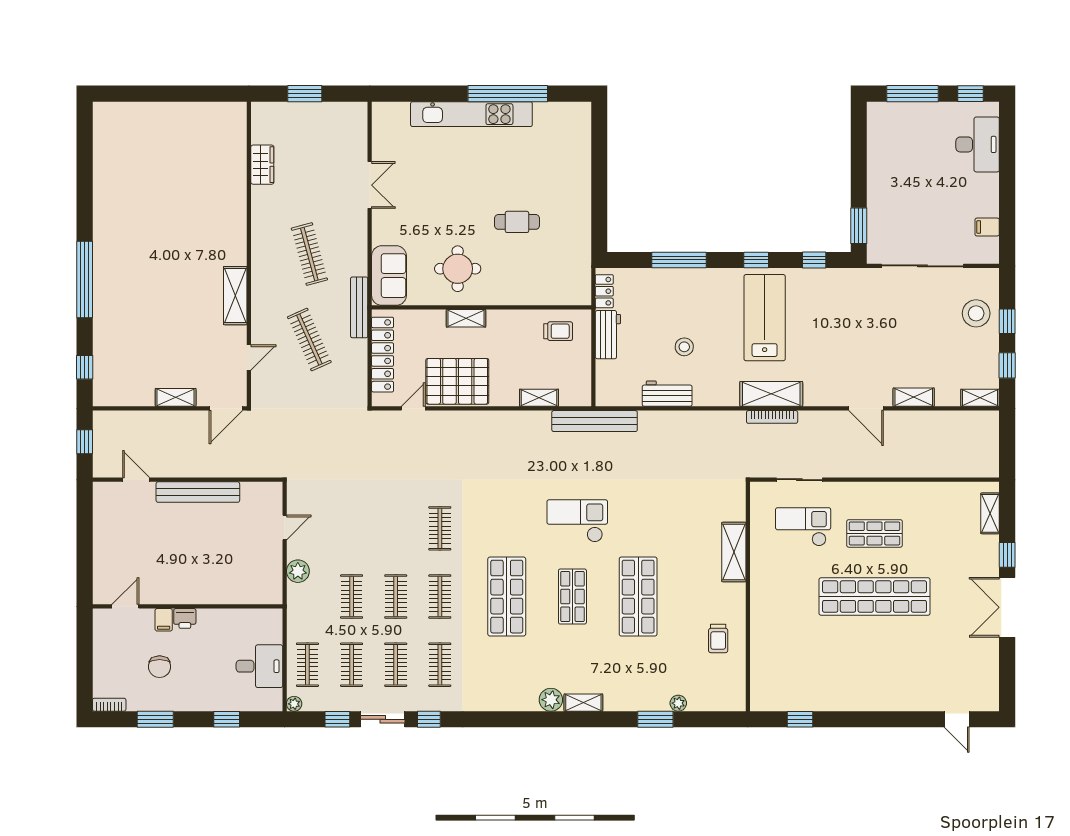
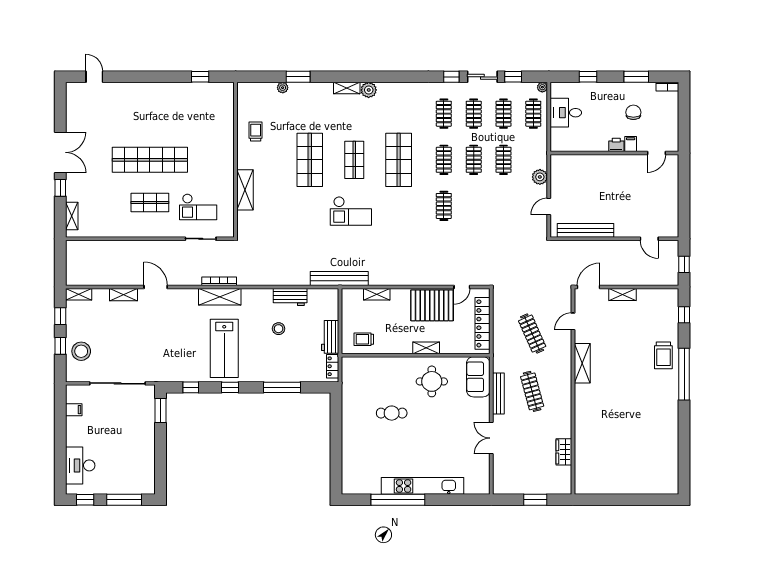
trolley: (115, 307) -> (663, 355), added
bench: (359, 307) -> (498, 394), moved
bench: (198, 492) -> (585, 230), moved

